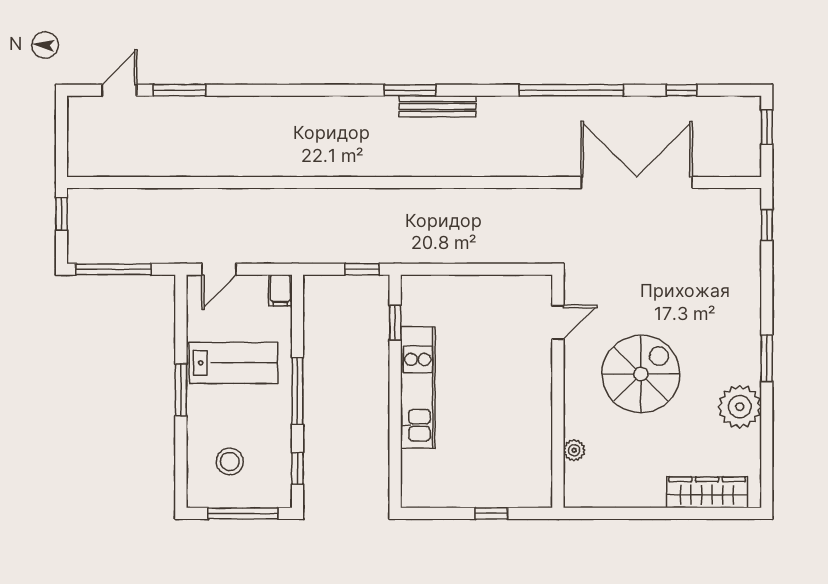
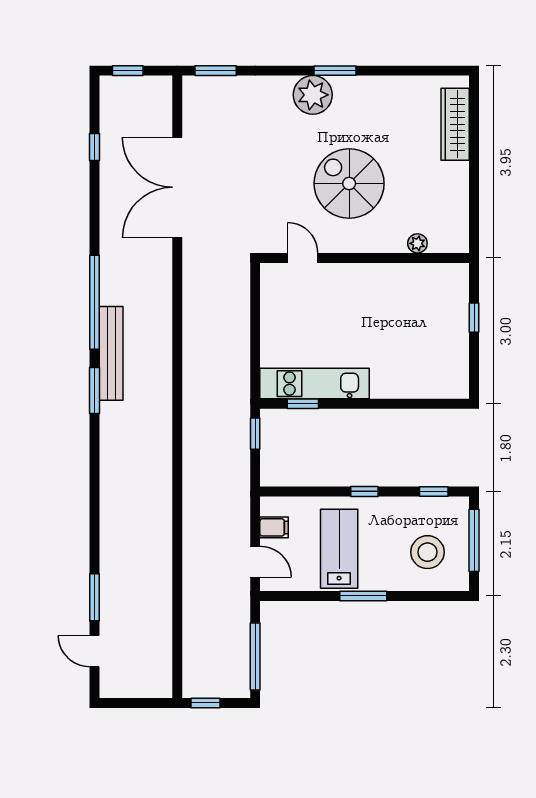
window: (571, 90) -> (95, 302), moved
bench: (437, 106) -> (111, 353), width x1.37, depth x1.21
window: (767, 225) -> (216, 71), width x1.50
filing cabinet: (280, 290) -> (274, 527), moved
kitchen unit: (418, 387) -> (315, 384), moved
window: (298, 391) -> (364, 491), width x0.46
plant: (740, 407) -> (313, 95), moved
stool: (230, 461) -> (427, 552), width x1.38, depth x1.38

